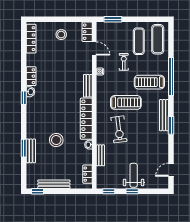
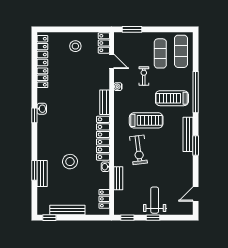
locker: (31, 76) -> (42, 78), moved

